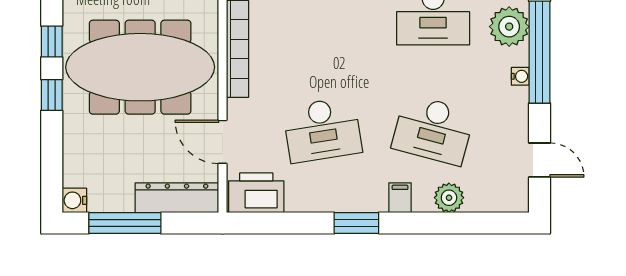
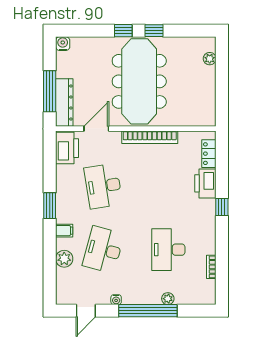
plant: (509, 27) -> (168, 299), width x0.53, depth x0.53
water cooler: (520, 76) -> (116, 300), moved
window: (125, 223) -> (50, 91), moved

